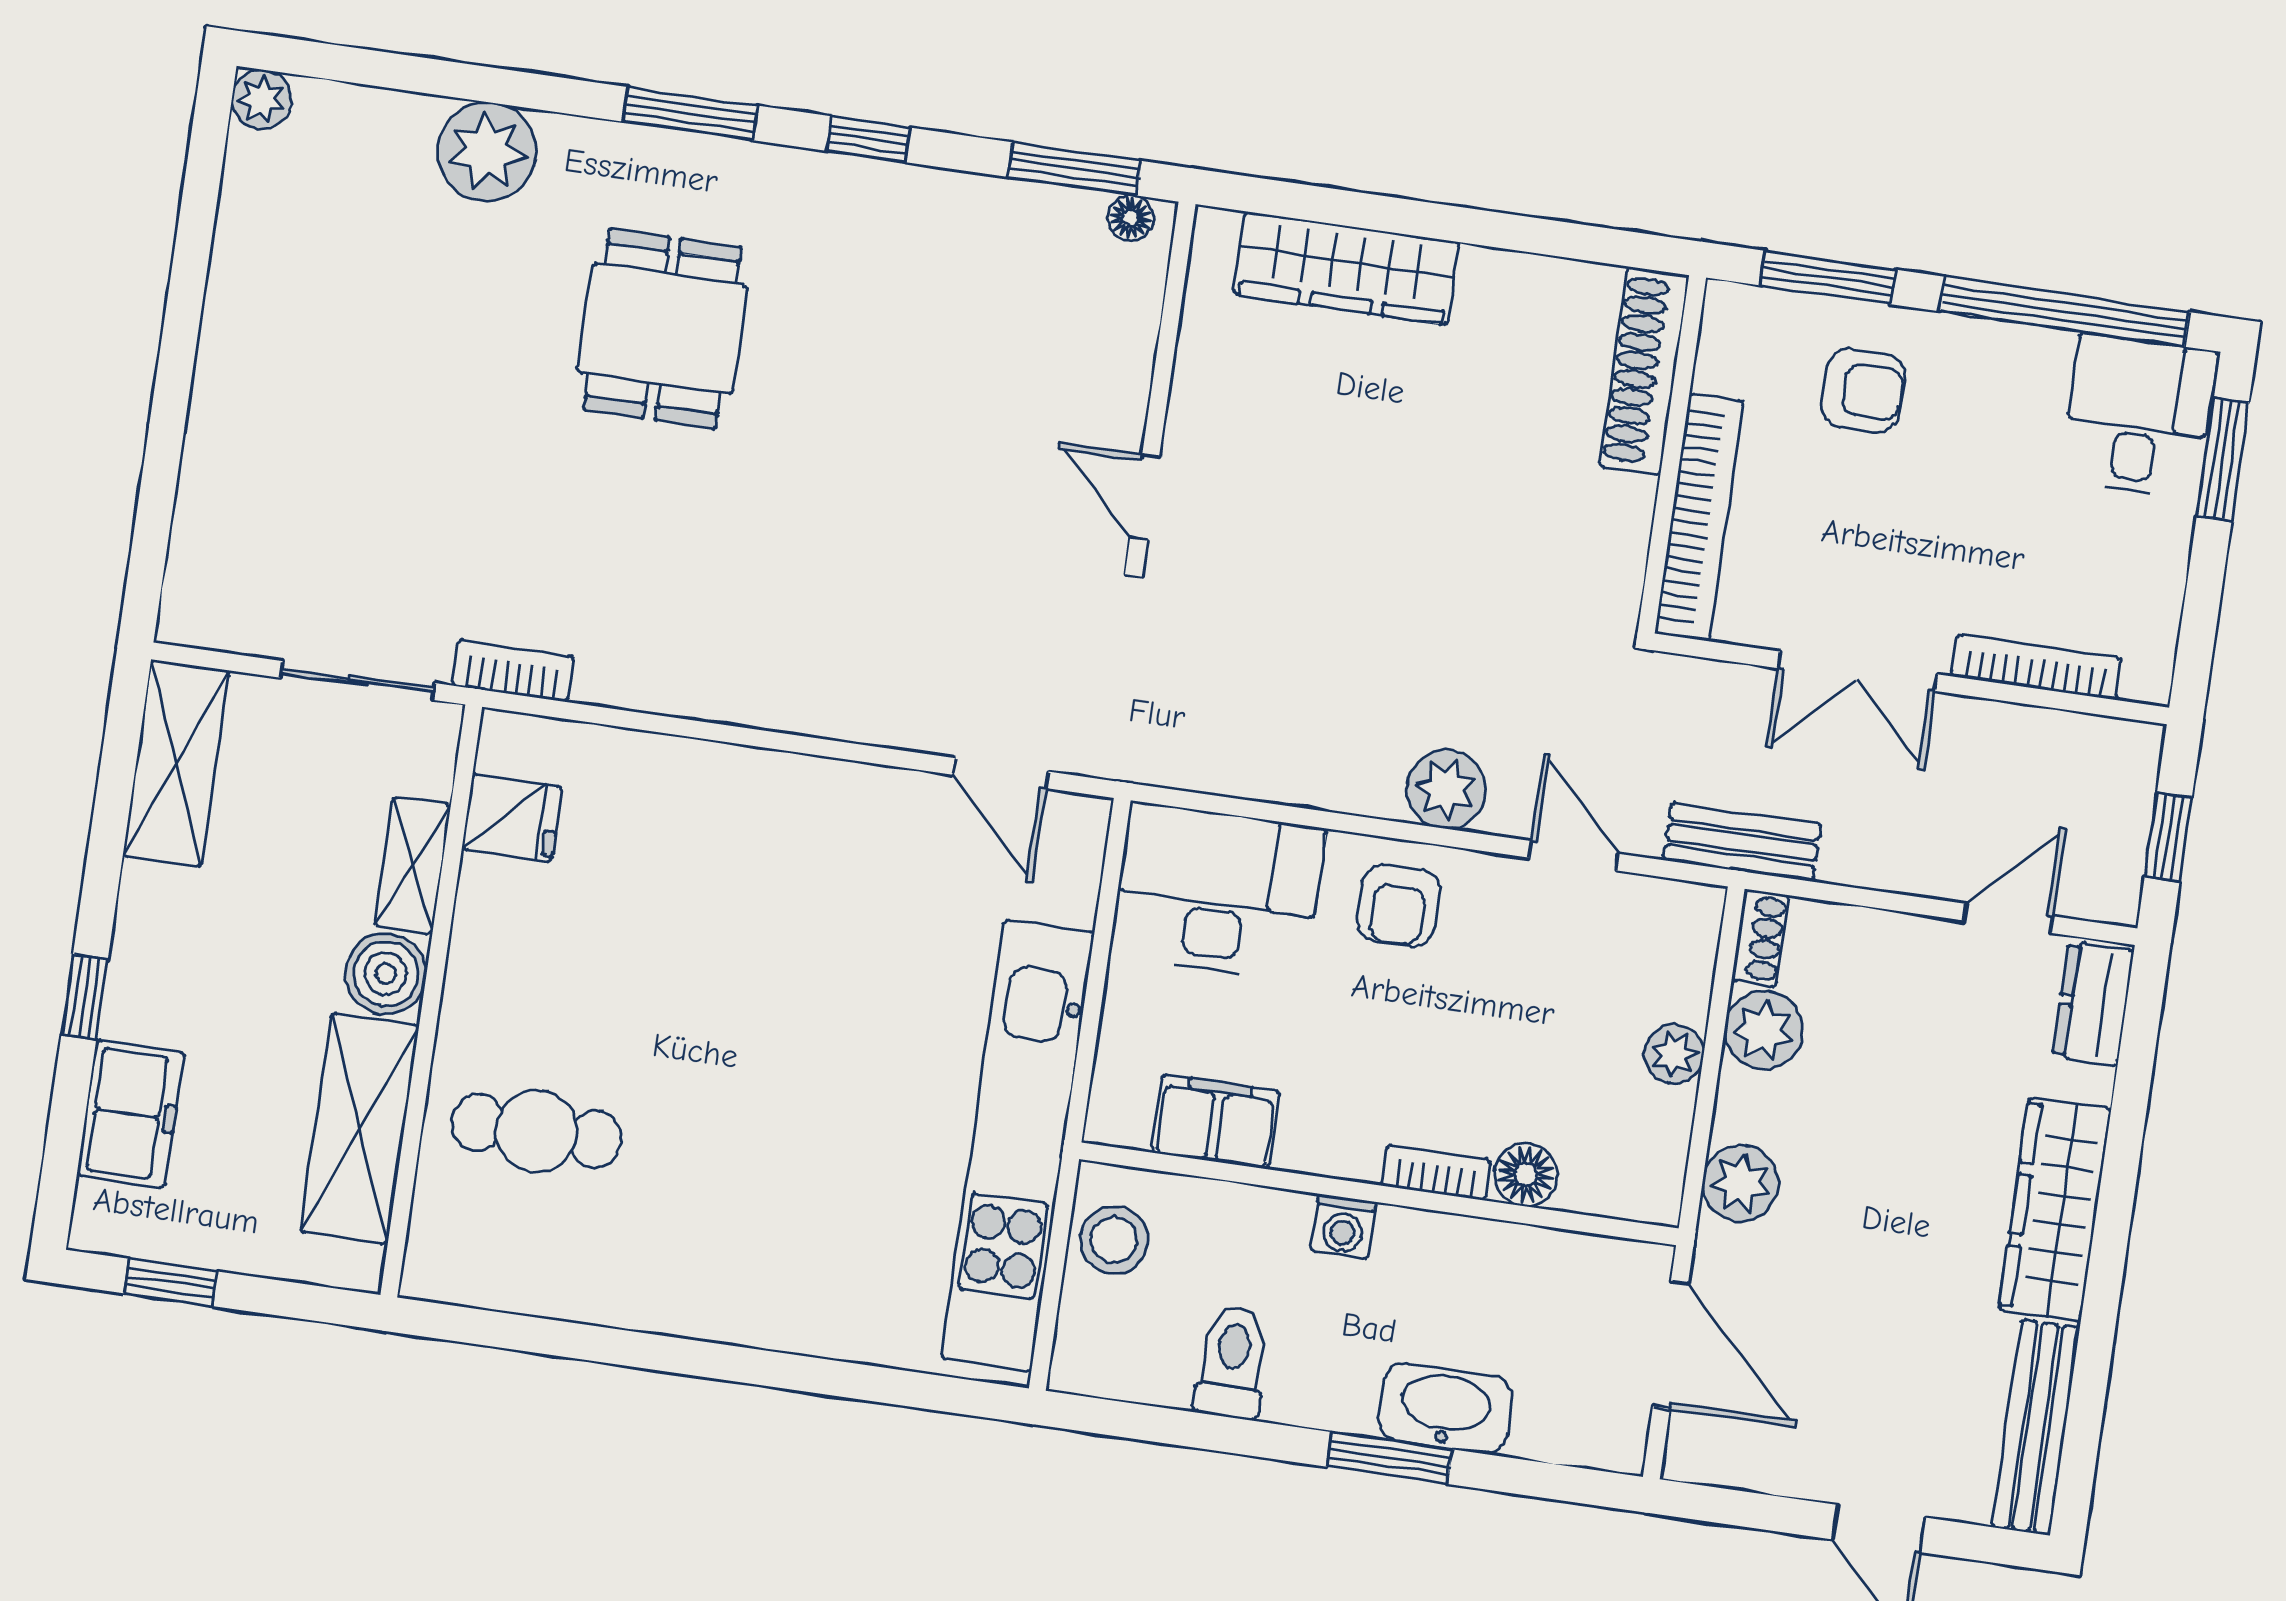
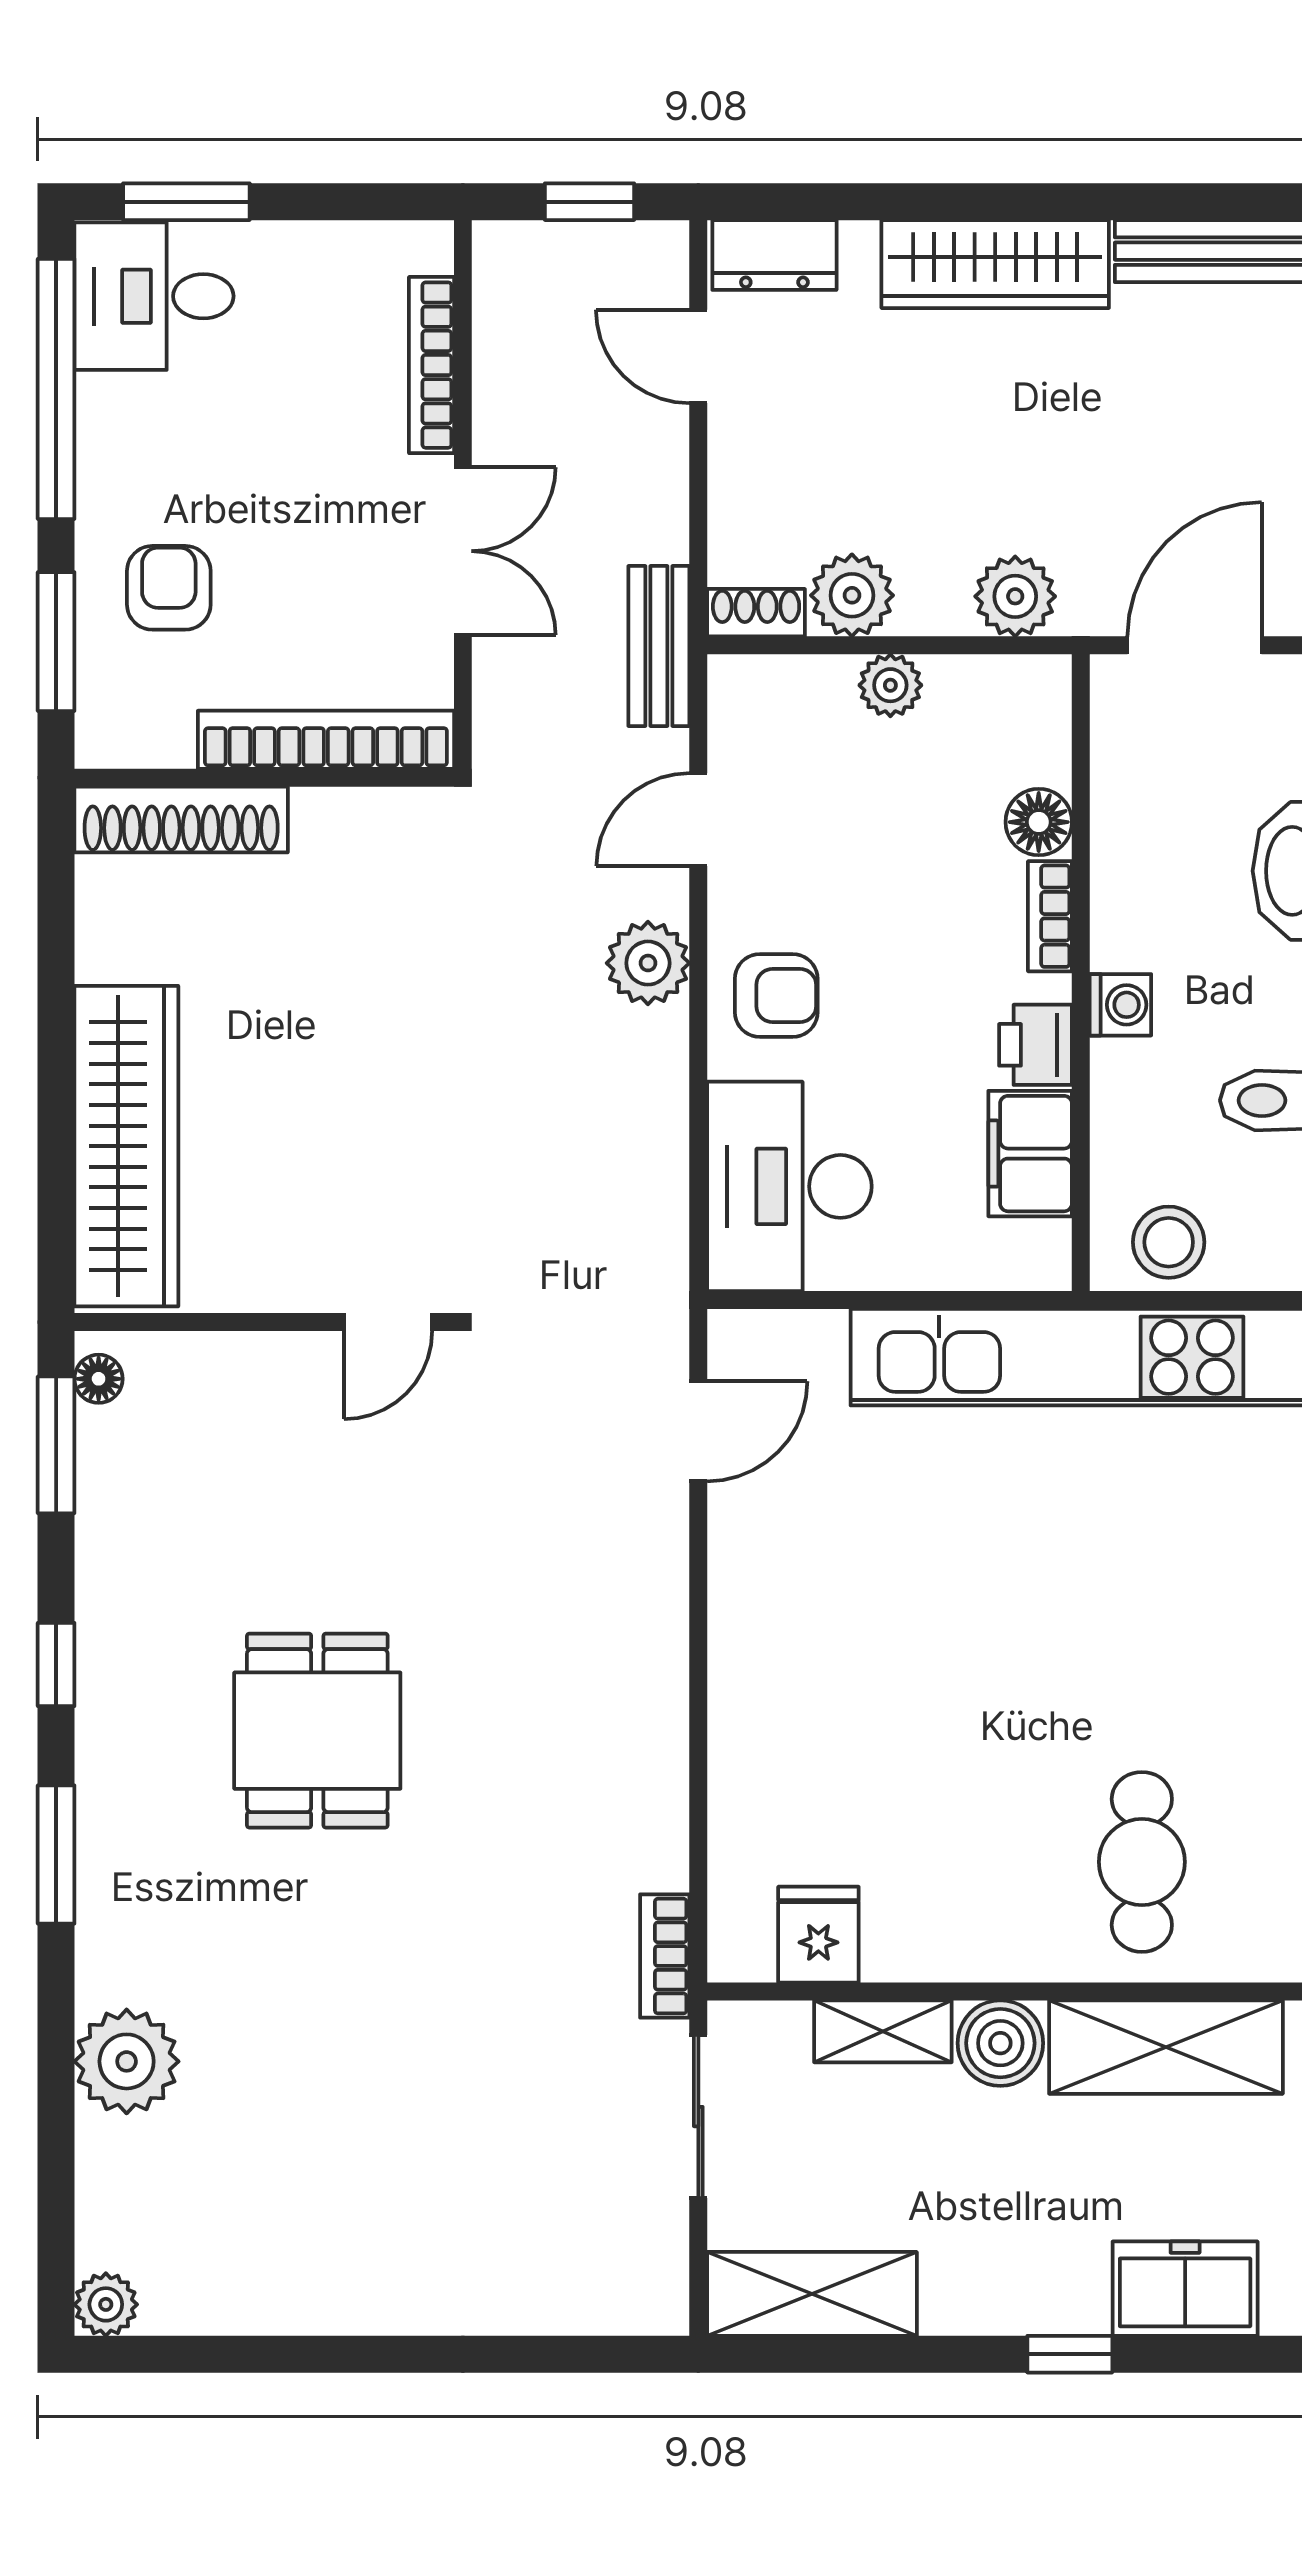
wardrobe: (1346, 268) -> (126, 1146), width x1.40, depth x1.17
dining table: (662, 328) -> (317, 1731), moved, turned 90
printer: (1317, 1142) -> (1035, 1045), added

